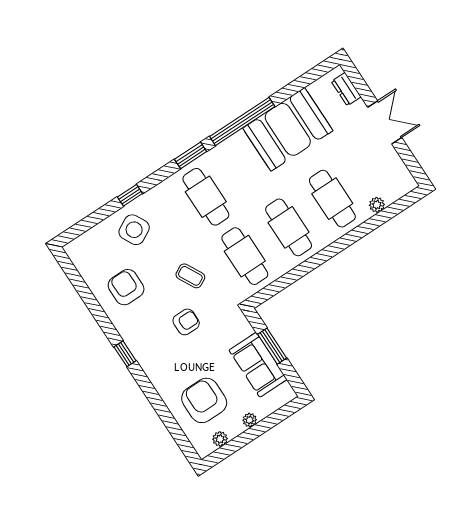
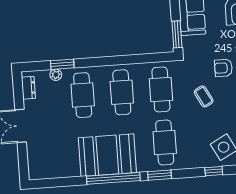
dresser: (346, 89) -> (28, 88), moved
booth: (288, 129) -> (107, 155), moved
window: (376, 221) -> (62, 64), added
window: (272, 346) -> (177, 34), moved

